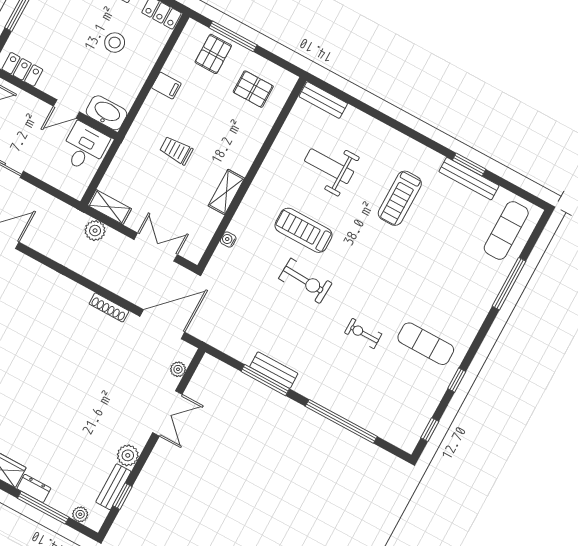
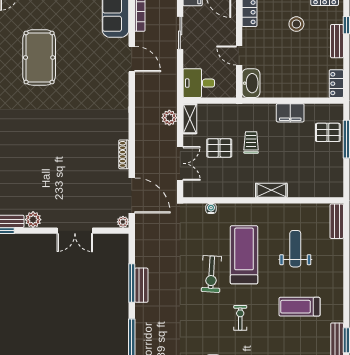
stool: (115, 43) -> (296, 24), moved
filing cabinet: (166, 86) -> (290, 113), width x2.00
pallet: (253, 89) -> (219, 148), moved, turned 90
desk: (84, 147) -> (199, 83), moved, turned 180
shelving: (226, 192) -> (271, 190), moved
treadmill: (304, 230) -> (244, 255), width x1.37, depth x1.38
exercise bike: (363, 333) -> (240, 318), moved
plant: (178, 369) -> (123, 222), moved

